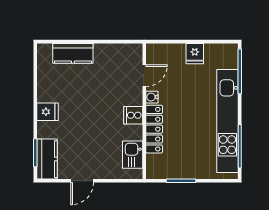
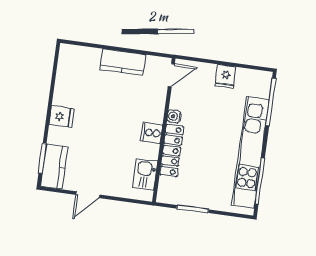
kitchen counter: (73, 53) -> (123, 62), moved
door: (144, 76) -> (171, 75), moved

